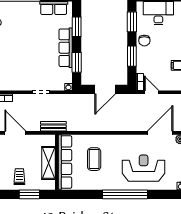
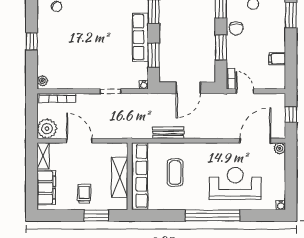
bench: (53, 126) -> (168, 133), moved

